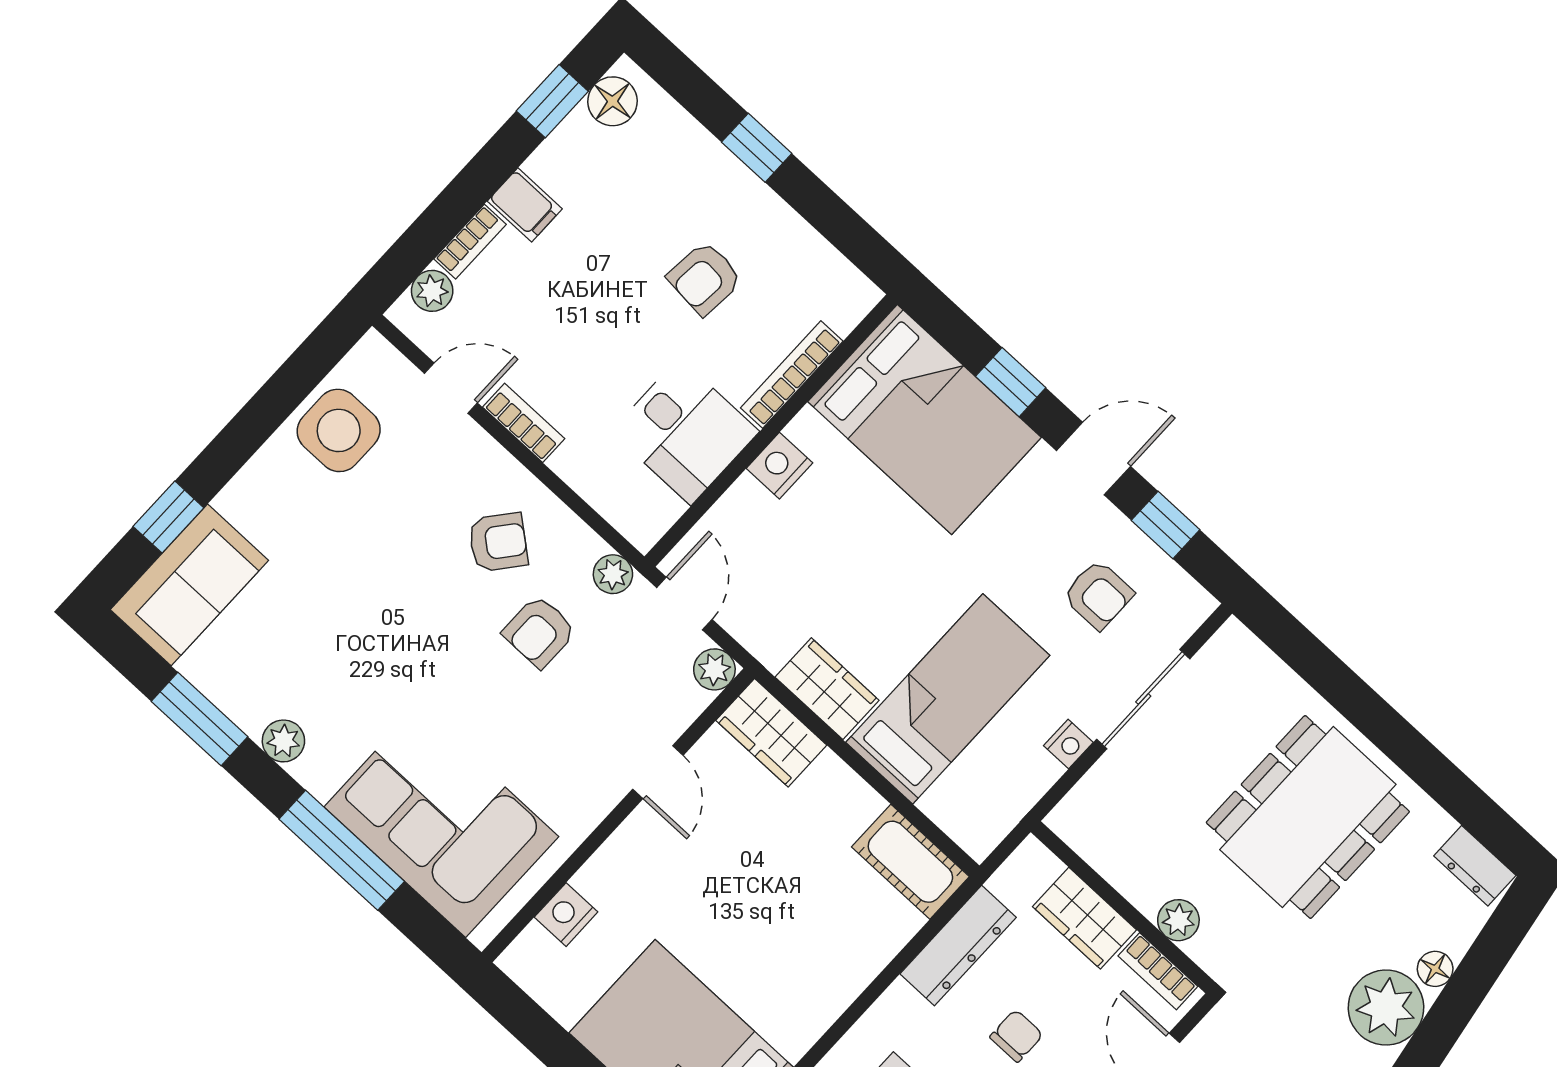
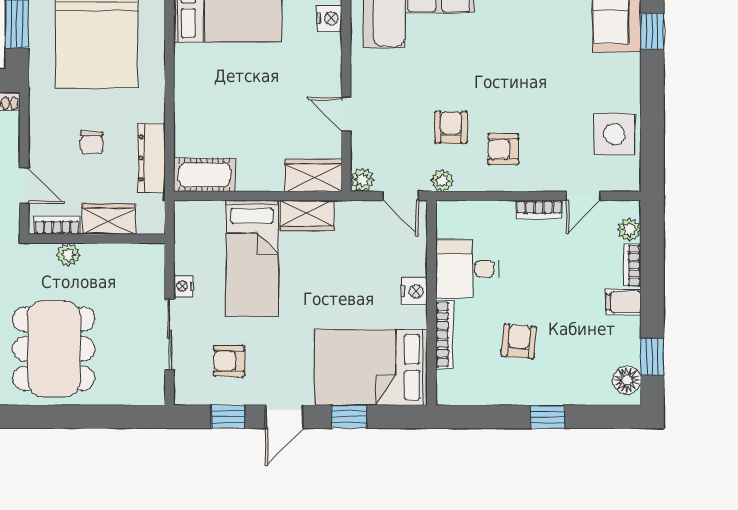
armchair: (498, 542) -> (503, 149), turned 51

